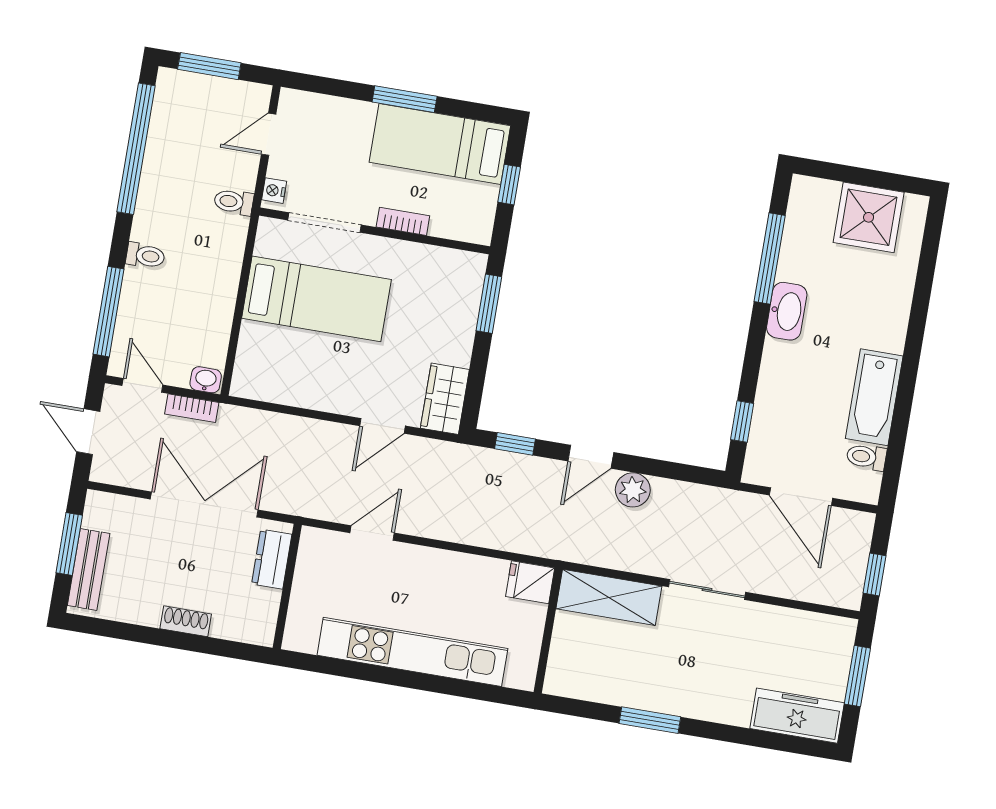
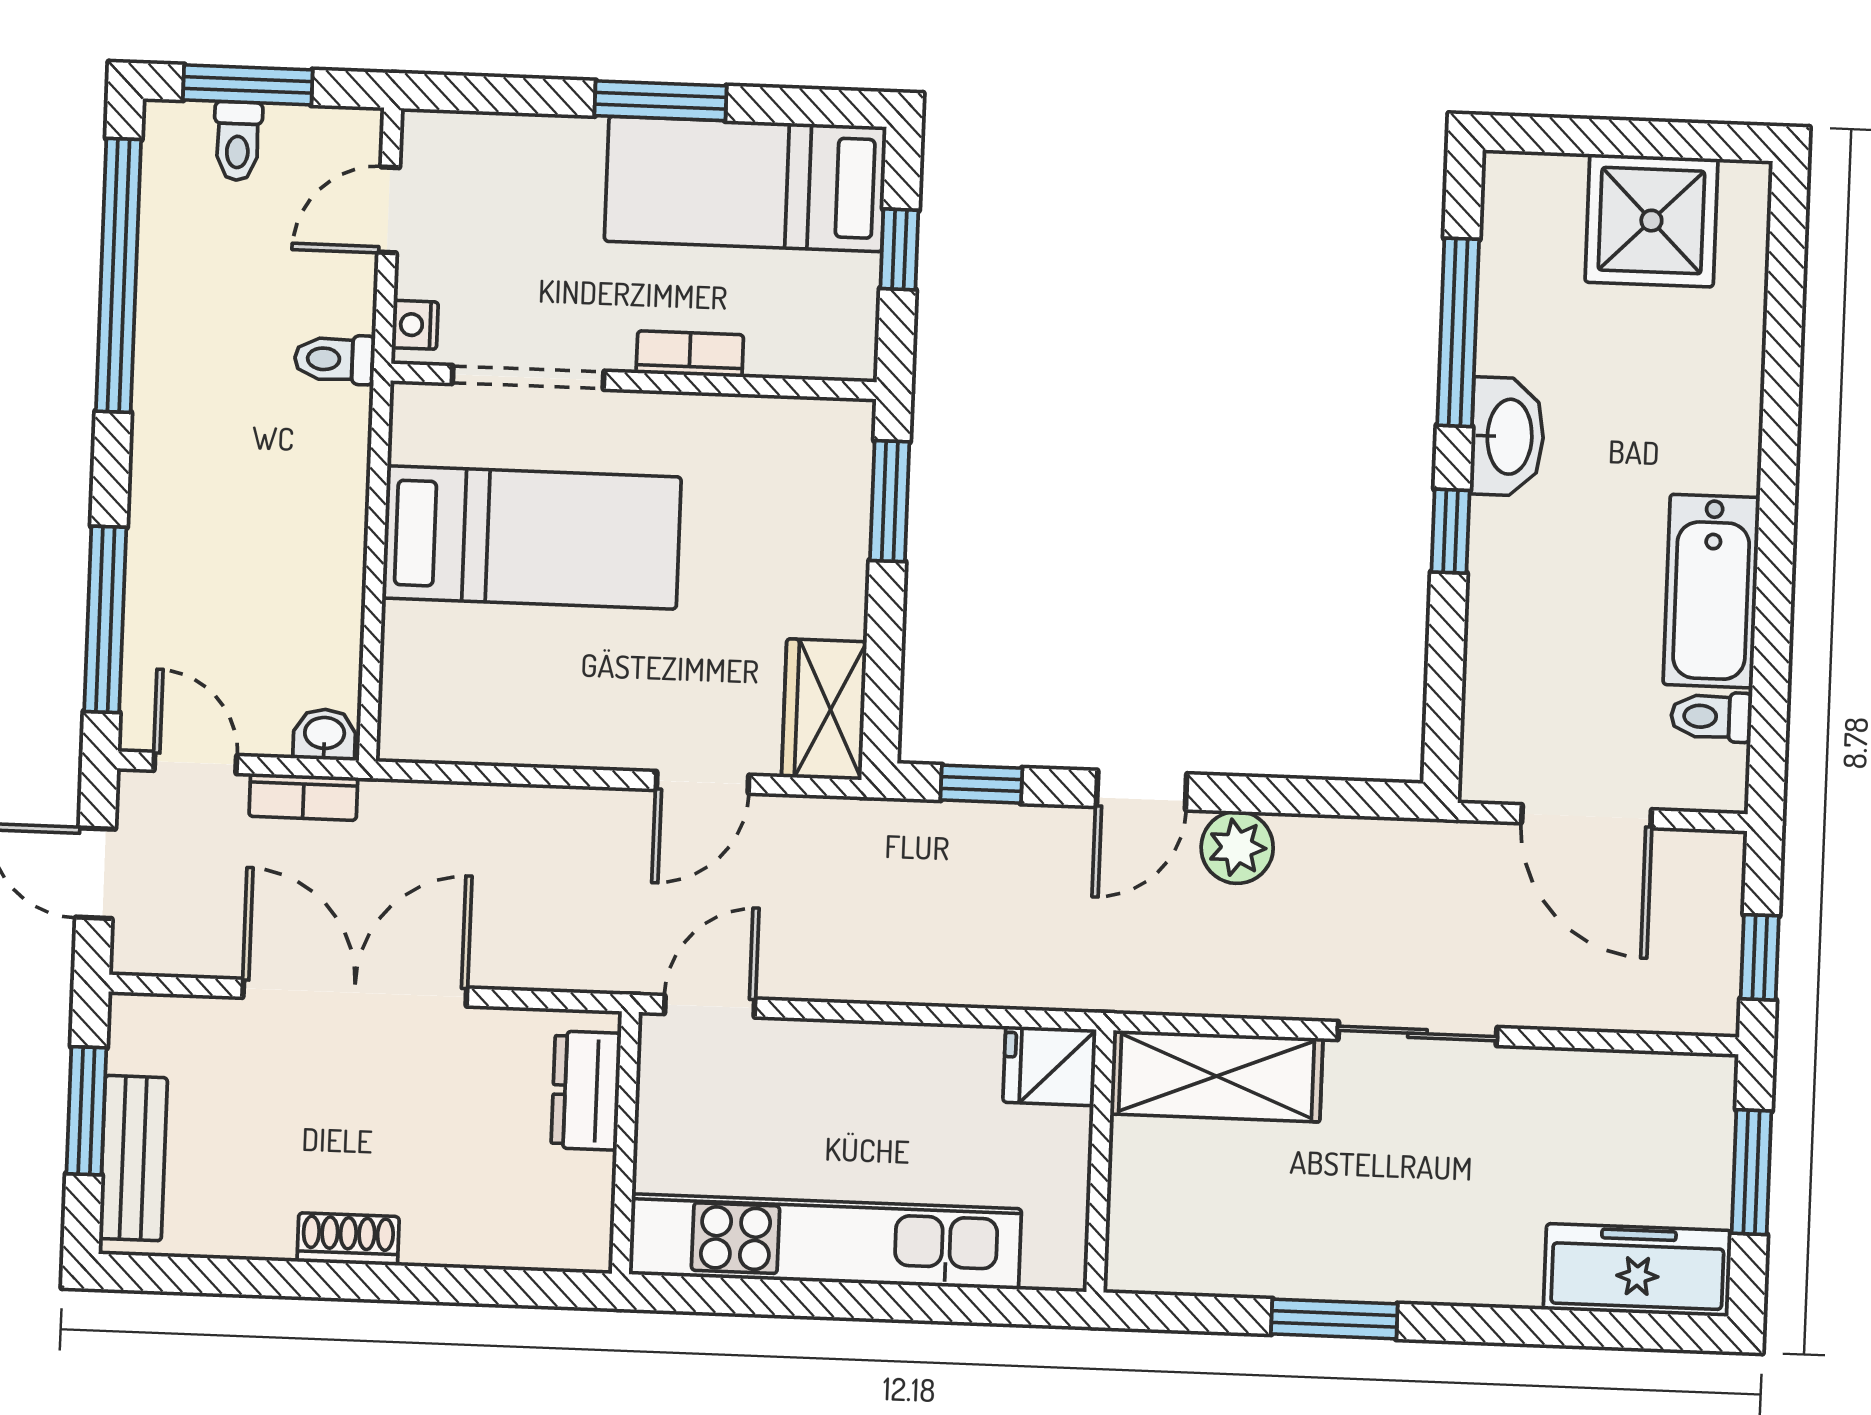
toilet: (145, 256) -> (238, 141), moved, turned 90
window: (742, 421) -> (1450, 531), moved
dresser: (272, 559) -> (586, 1091), moved
wall: (287, 586) -> (625, 1143), moved

